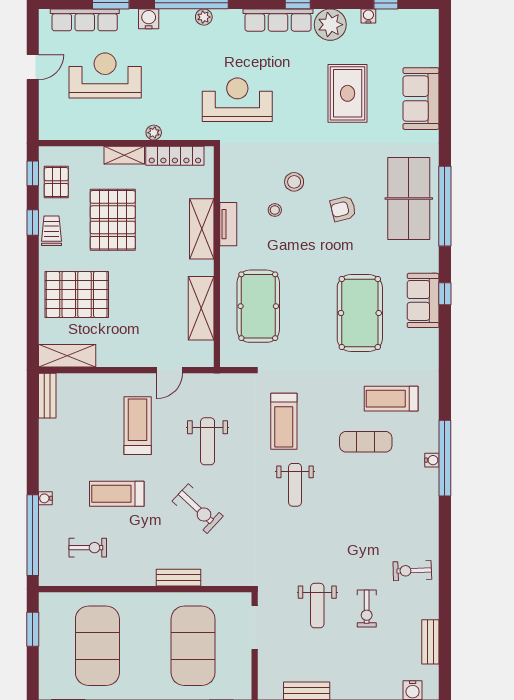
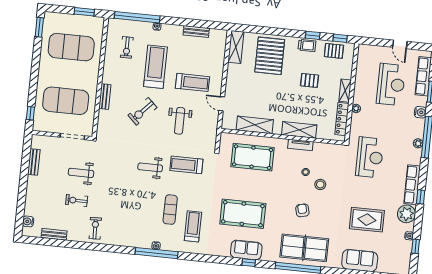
pallet: (113, 220) -> (310, 80), width x0.49, depth x0.50
bench: (47, 396) -> (196, 32), moved
weight bench: (208, 441) -> (180, 121), turned -90
treadmill: (117, 494) -> (155, 67), width x1.37, depth x1.38

